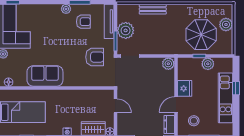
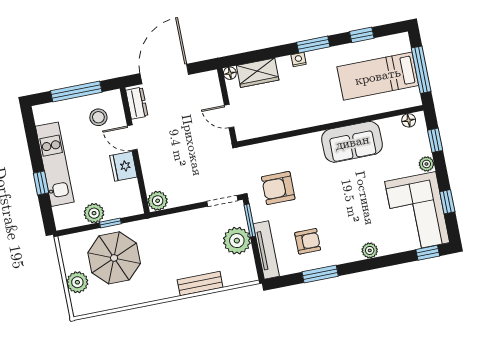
plant: (66, 9) -> (370, 250), moved
armchair: (83, 22) -> (308, 241), turned 180
door: (176, 105) -> (132, 138), swing flipped

